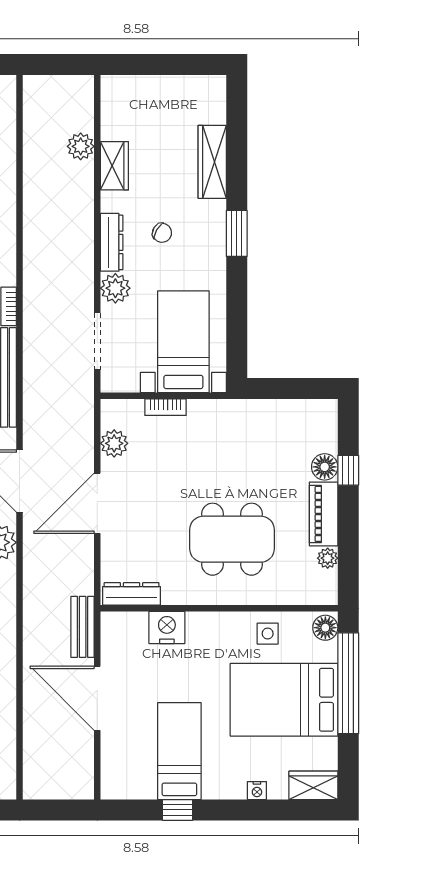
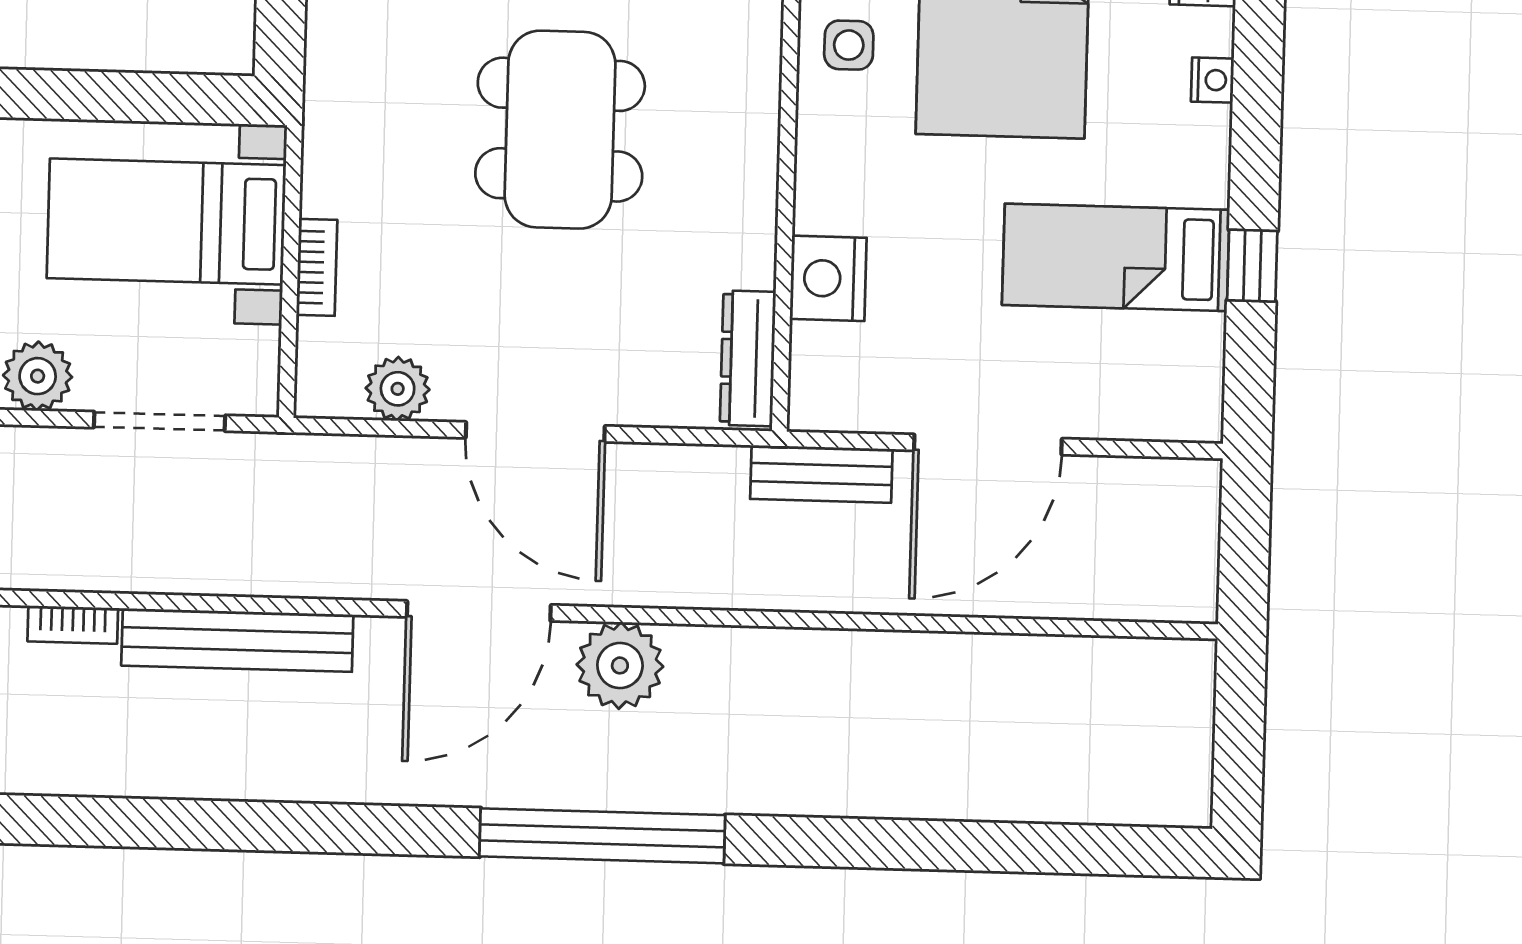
dining table: (232, 539) -> (560, 130), moved

